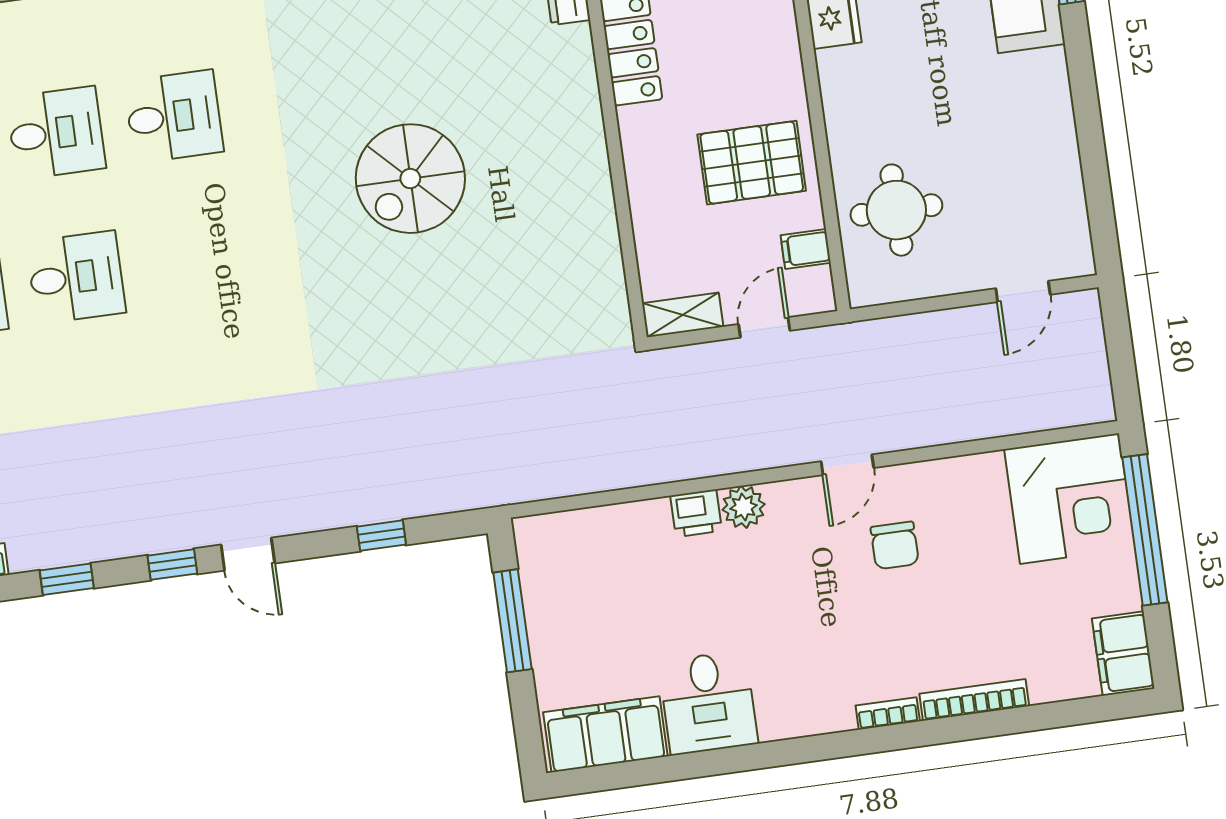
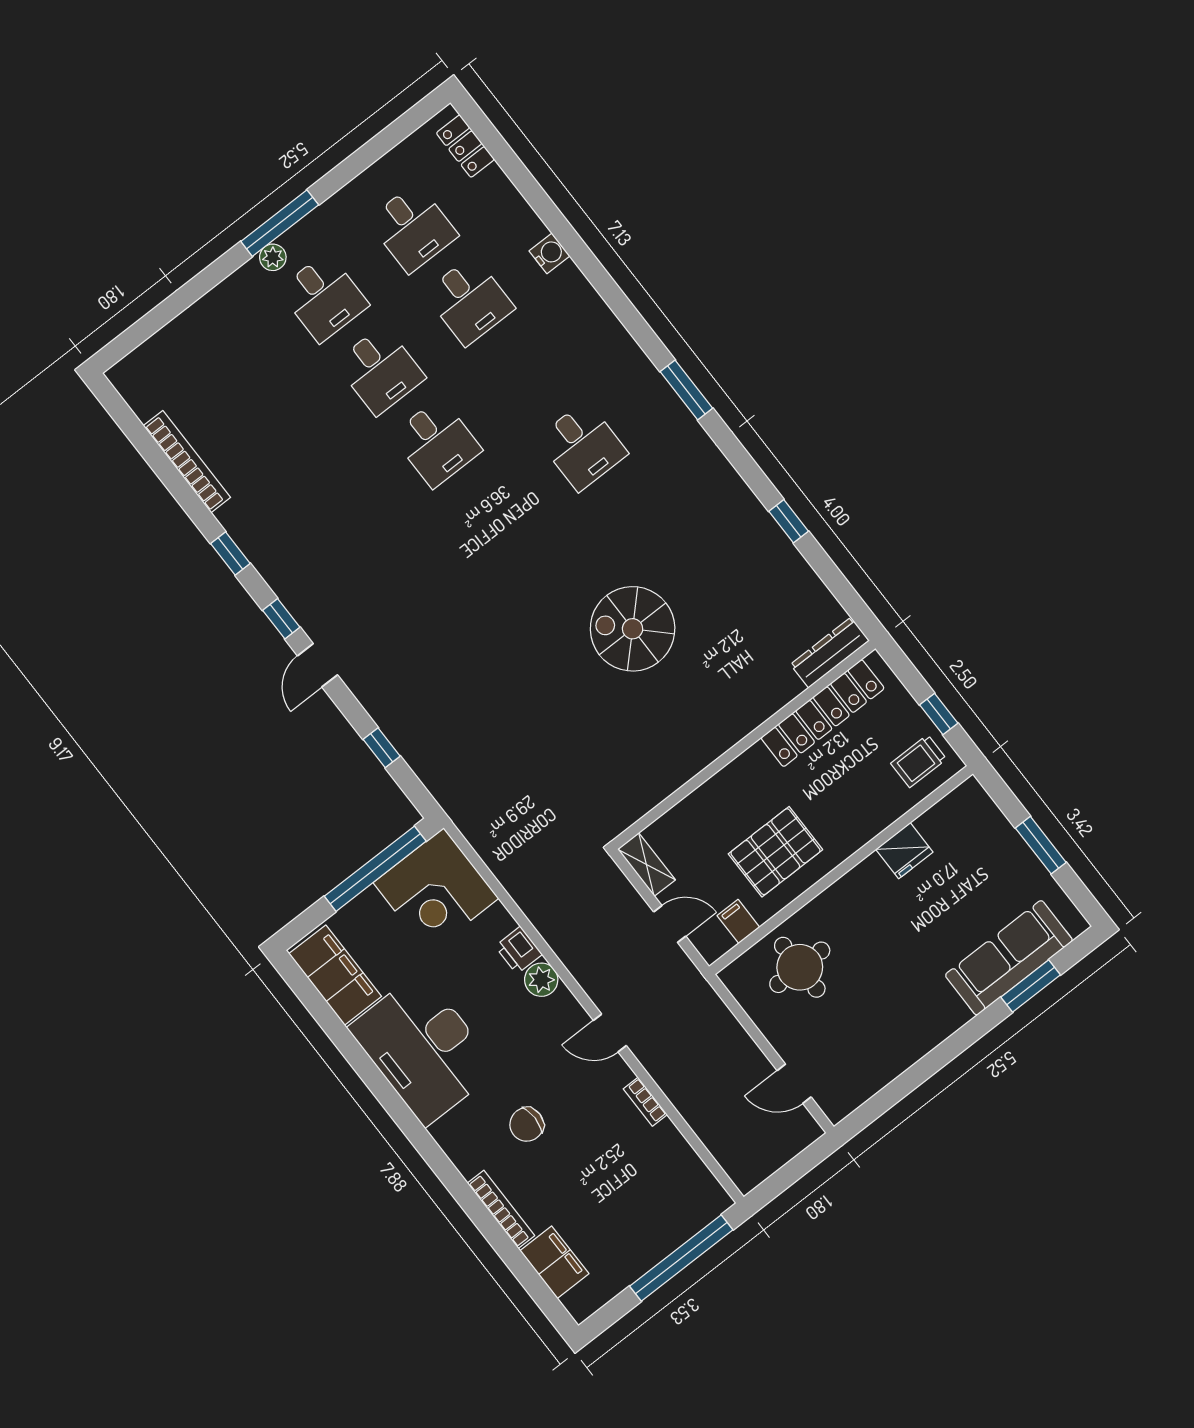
desk: (56, 133) -> (526, 373), removed
pallet: (752, 163) -> (775, 852), turned 90
corner desk: (1070, 499) -> (436, 891), moved
chair: (895, 545) -> (527, 1124), moved
window: (512, 621) -> (375, 869), width x1.46
filing cabinet: (1123, 654) -> (554, 1262), moved, turned 90
desk: (708, 703) -> (423, 1049), width x1.87, depth x1.30
bookcase: (888, 713) -> (645, 1102), moved, turned 180

